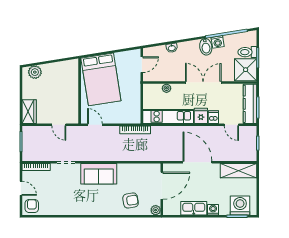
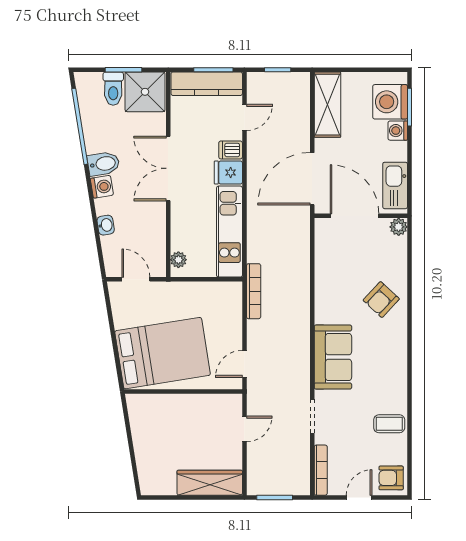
washing machine: (218, 42) -> (102, 187), moved
plant: (35, 72) -> (149, 472), removed
plant: (166, 88) -> (178, 260), moved
wardrobe: (29, 112) -> (210, 483), width x1.50
door: (162, 186) -> (354, 216), moved
wall: (162, 189) -> (361, 216), moved
armchair: (131, 201) -> (381, 300), turned -127
coffee table: (62, 205) -> (389, 424), added
plant: (156, 210) -> (399, 227), moved
washing machine: (213, 210) -> (398, 131), moved

